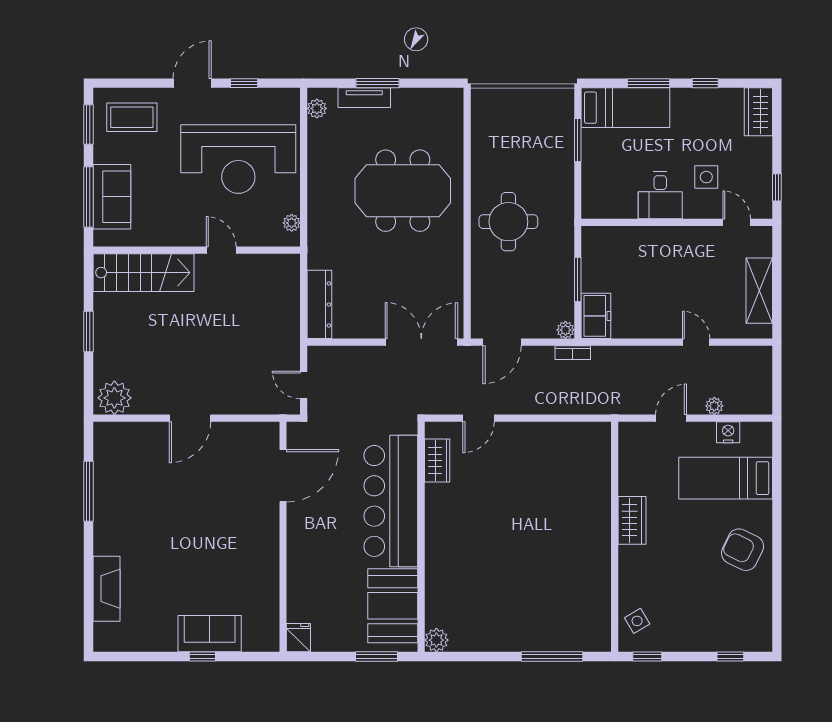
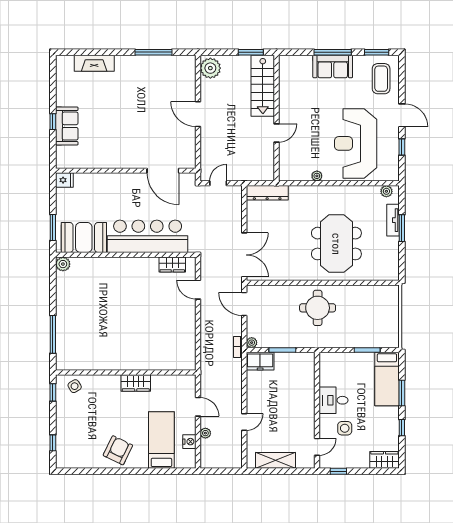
wall: (197, 250) -> (276, 118), moved
door: (221, 250) -> (276, 133), moved
stairs: (143, 273) -> (263, 86), moved

